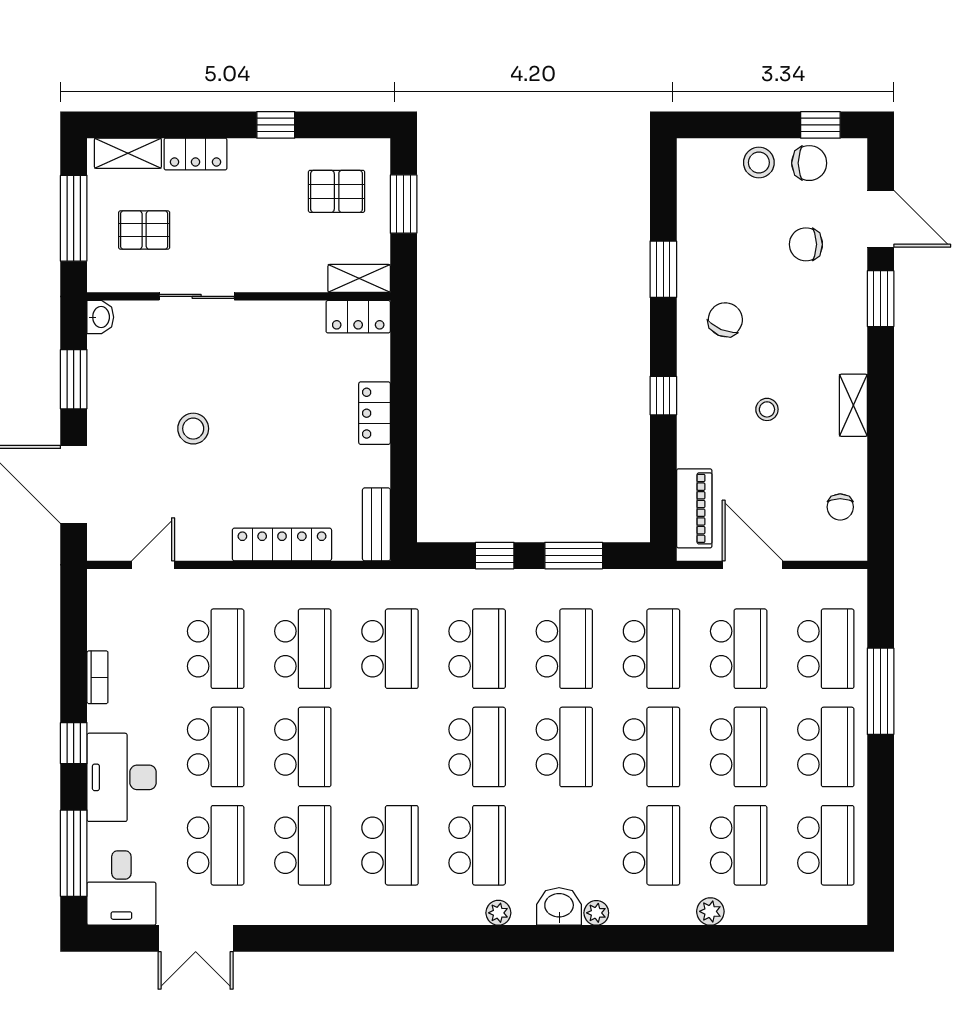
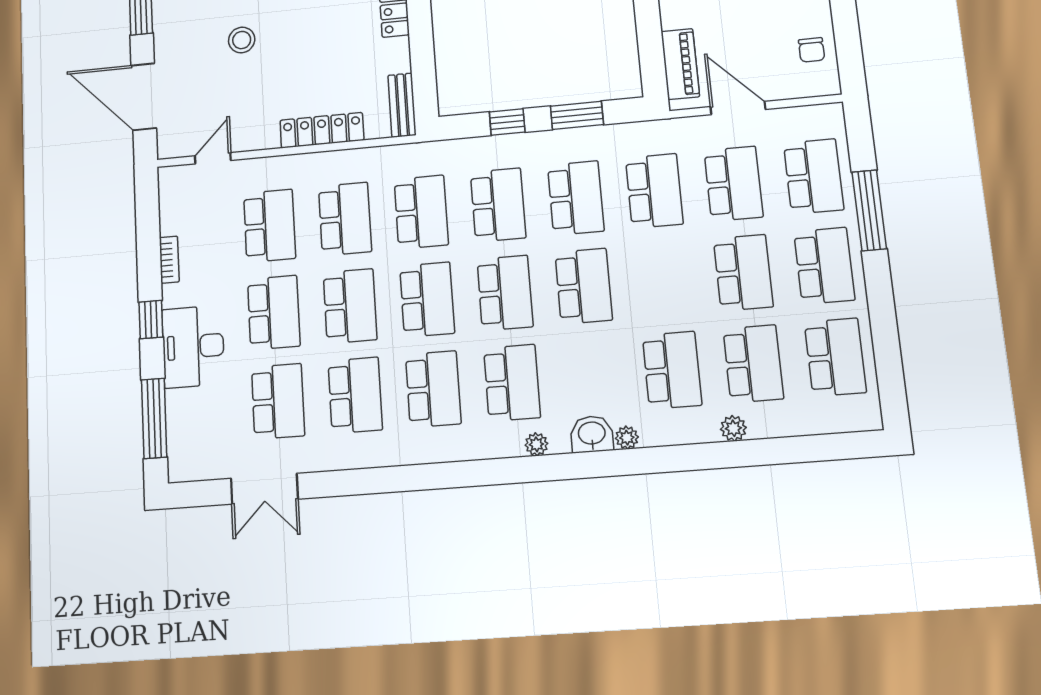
school desk: (651, 747) -> (427, 299), moved
desk: (121, 888) -> (197, 447), removed

